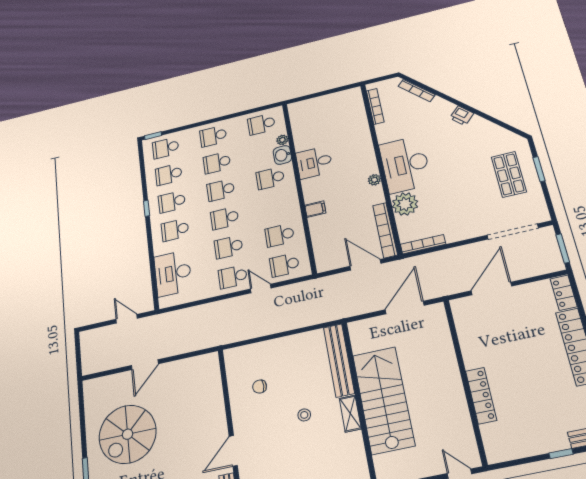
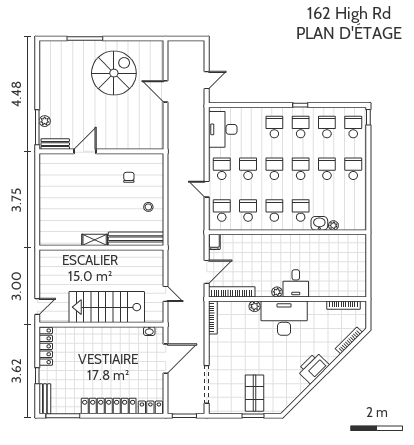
printer: (462, 116) -> (313, 368), width x1.87, depth x1.48
school desk: (261, 124) -> (274, 210), moved
desk: (314, 162) -> (296, 283), moved, turned 180
shop shelf: (509, 174) -> (254, 393), turned 90
plant: (405, 204) -> (255, 306), width x0.53, depth x0.53
filing cabinet: (315, 209) -> (214, 242), moved
desk: (173, 273) -> (223, 129), moved, turned -90
door: (261, 288) -> (207, 189), swing flipped
door: (491, 288) -> (166, 359), hinge flipped
door: (405, 308) -> (166, 294), width x0.53
washbasin: (459, 317) -> (149, 331), added
locker: (481, 396) -> (46, 346), moved, turned -90
stairs: (383, 400) -> (107, 307), moved, turned 180
stool: (304, 415) -> (148, 207), moved
spiral stairs: (128, 434) -> (114, 73), turned 90
door: (233, 451) -> (85, 151), hinge flipped

